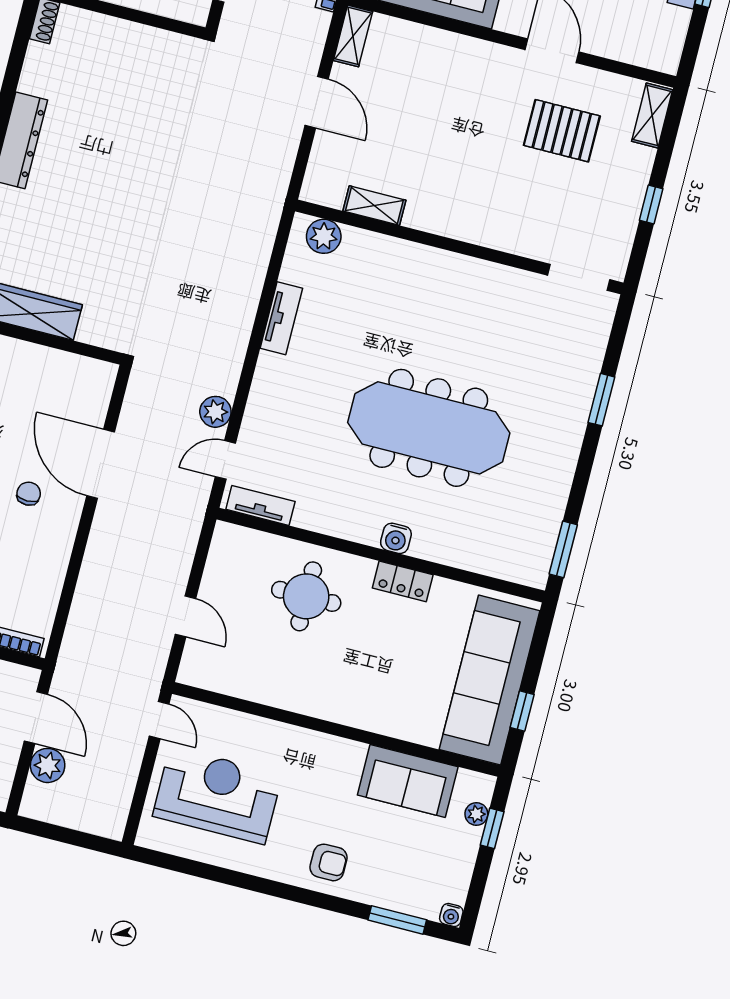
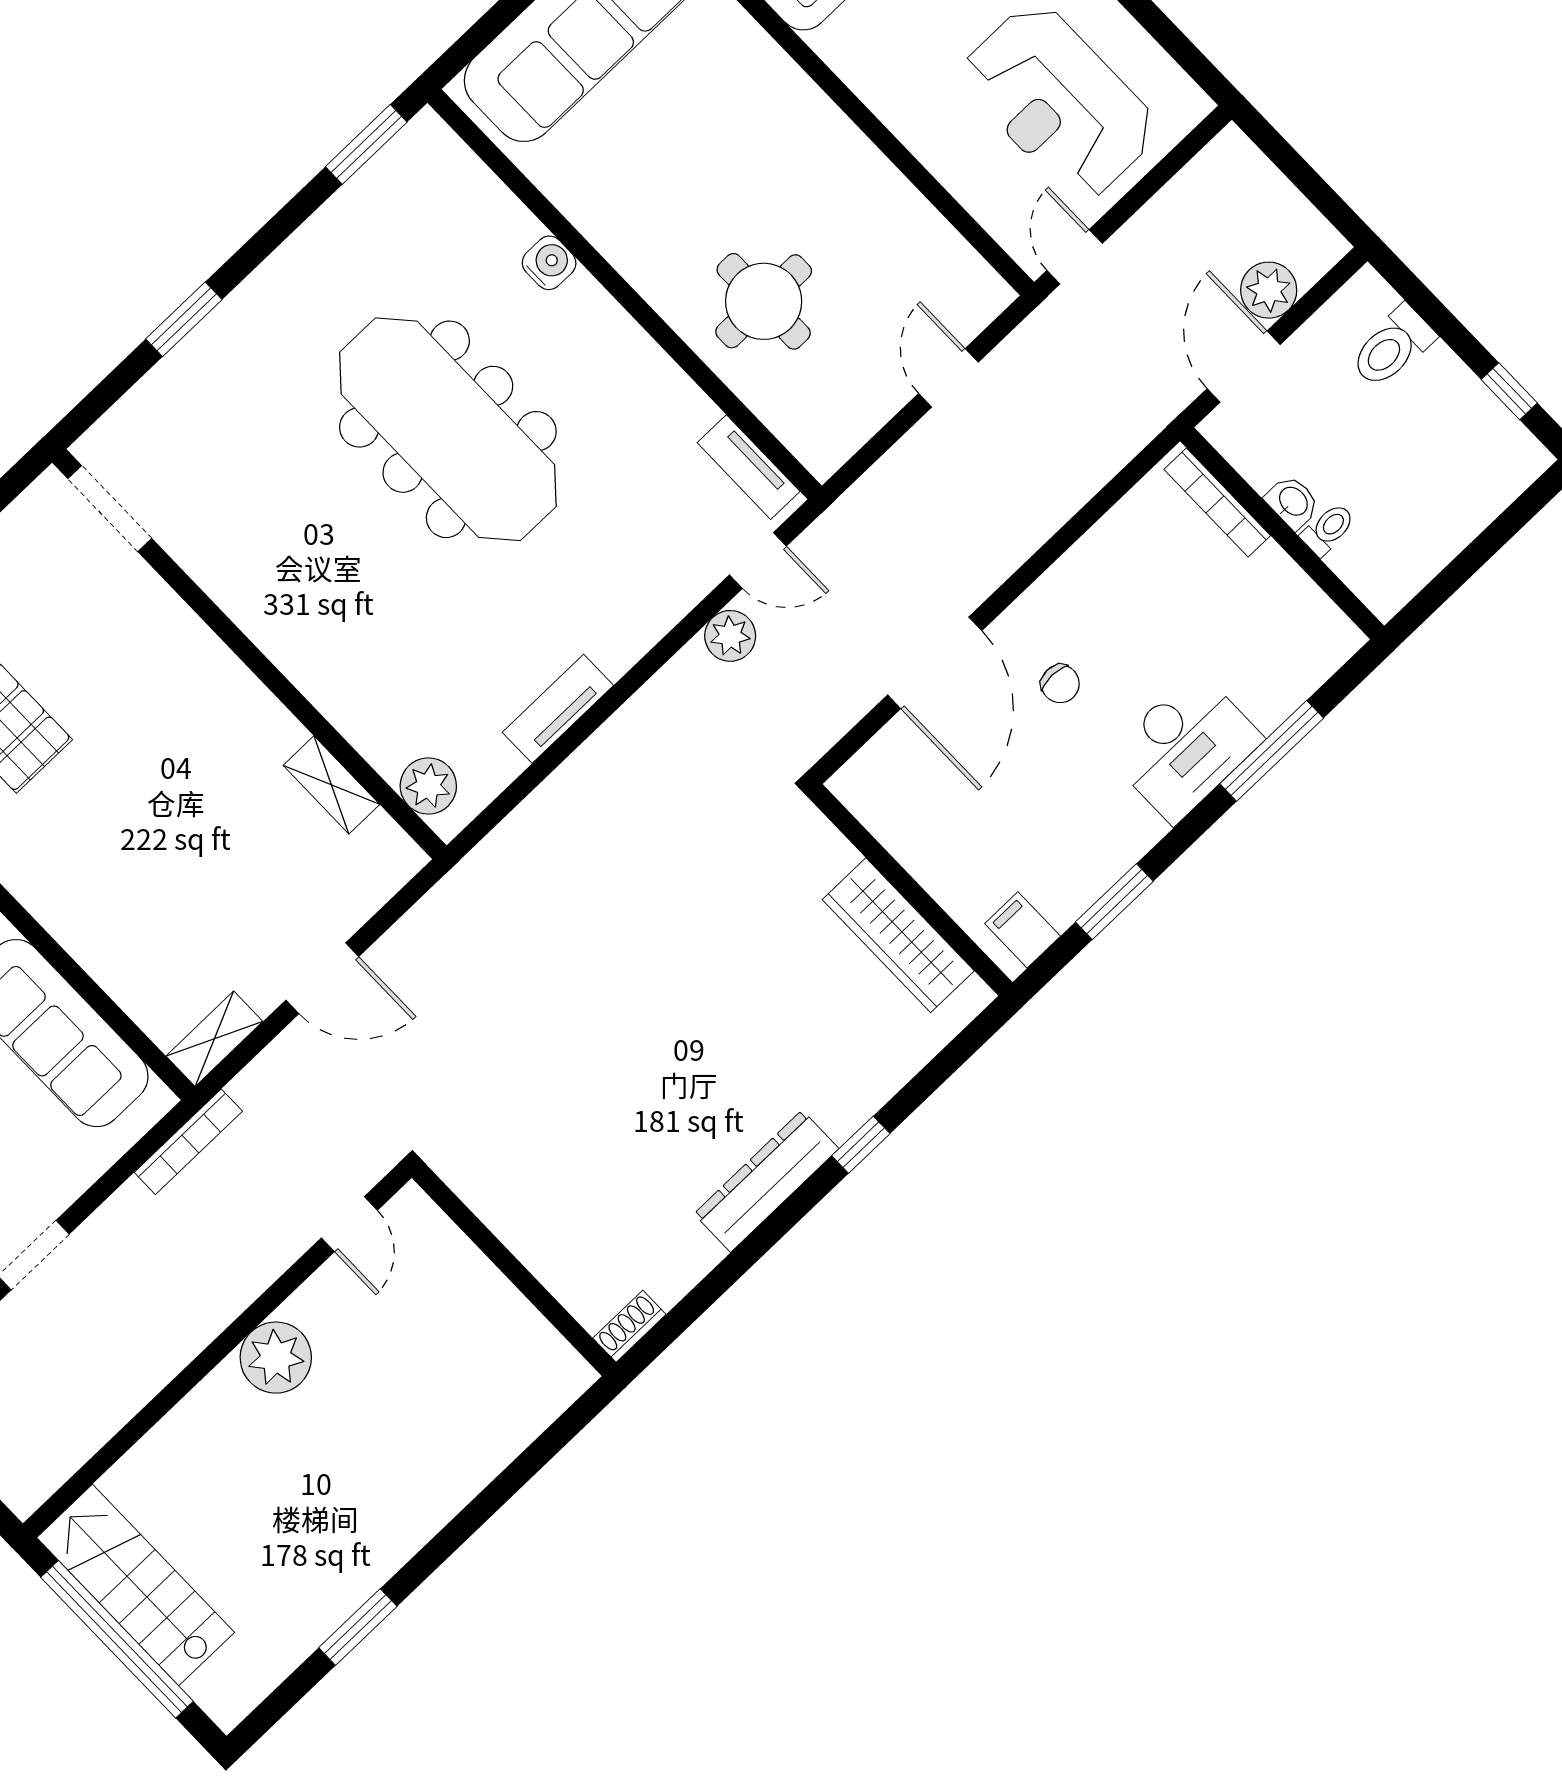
door: (317, 102) -> (322, 978), swing flipped
chair: (29, 494) -> (1060, 684), turned -90
water cooler: (396, 538) -> (549, 263), moved
locker: (403, 581) -> (617, 239), removed

